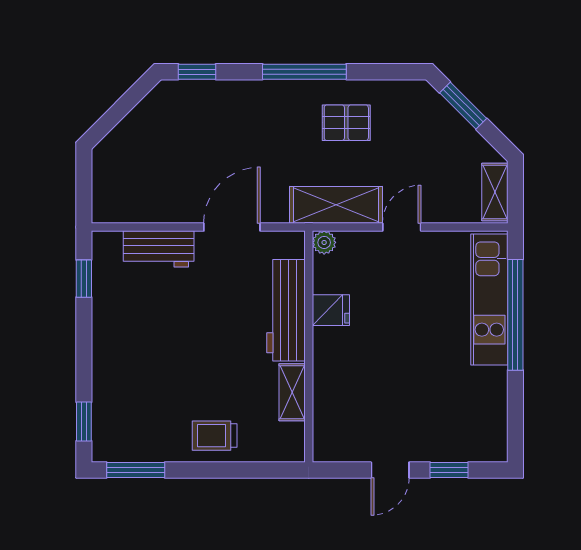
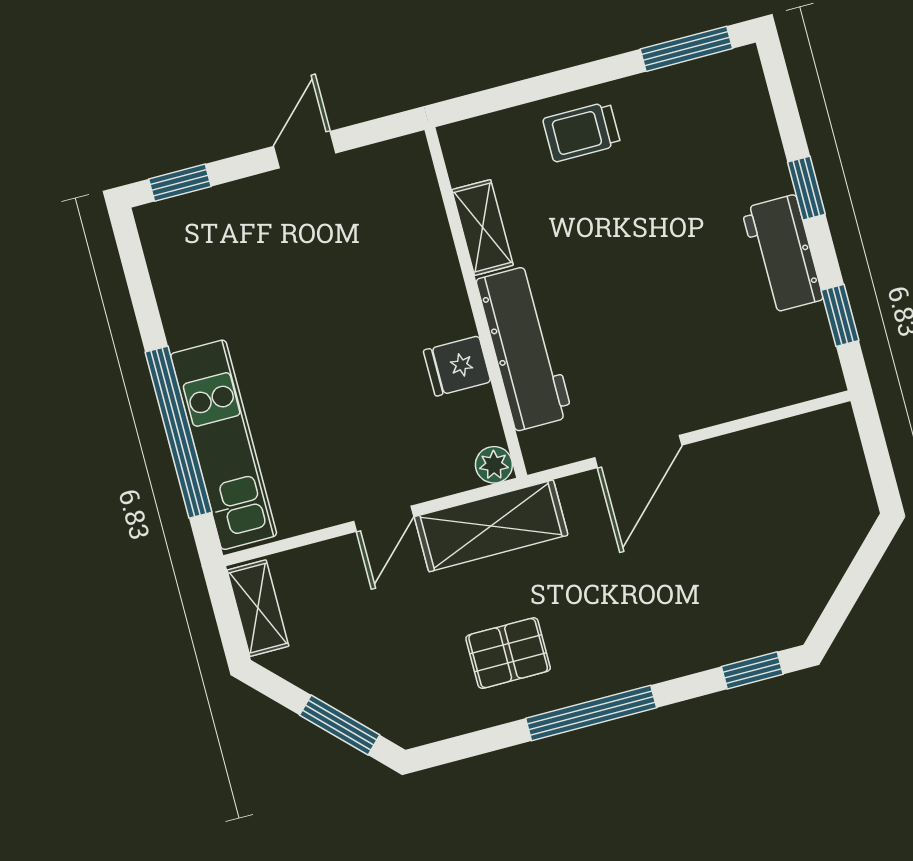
workbench: (159, 249) -> (782, 254), moved, turned -90
window: (84, 422) -> (806, 188), moved
trolley: (215, 436) -> (582, 132), turned 180
window: (449, 470) -> (180, 183), moved

